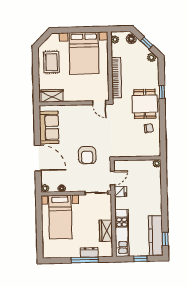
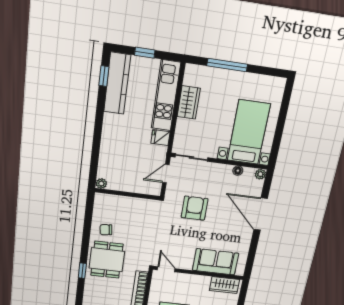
sofa: (49, 128) -> (216, 262), moved, turned 90
fridge: (120, 192) -> (160, 138), moved
dresser: (89, 252) -> (219, 75), removed

